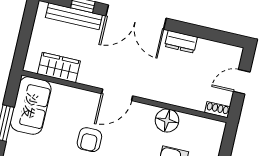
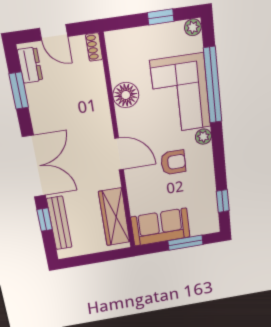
window: (206, 33) -> (19, 91), added
dresser: (181, 42) -> (30, 65), moved
wardrobe: (59, 67) -> (114, 217), width x1.50

